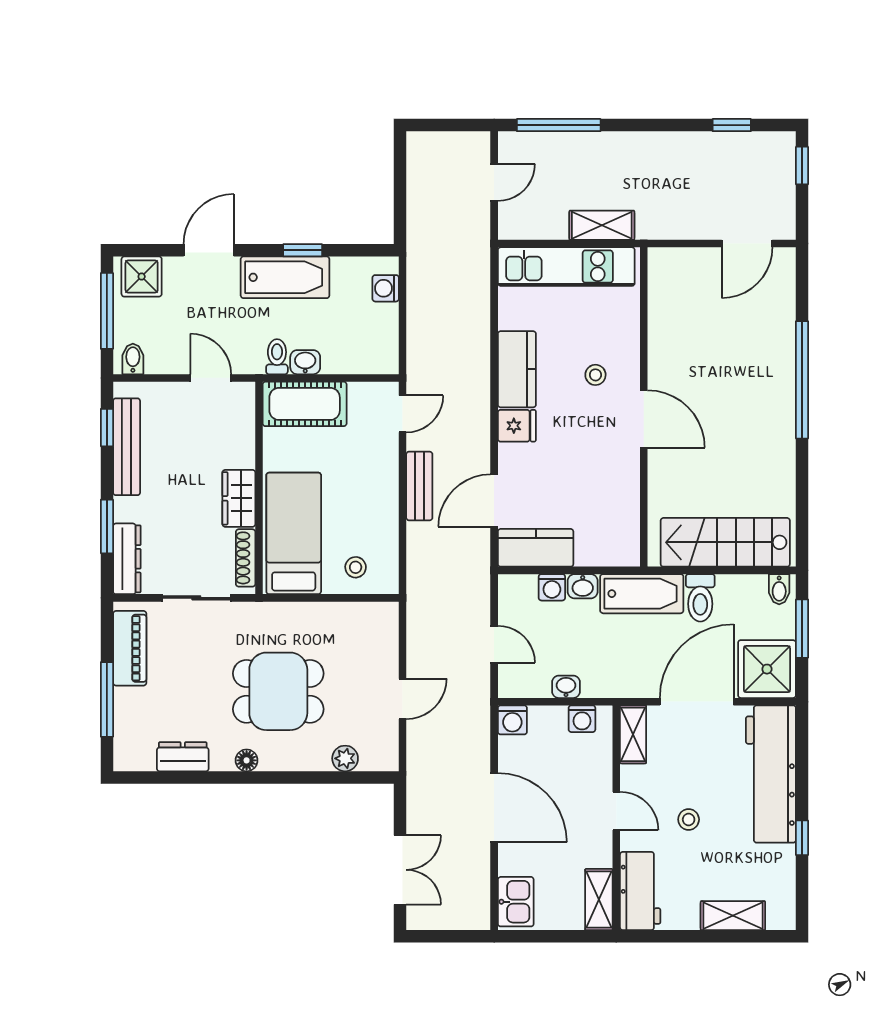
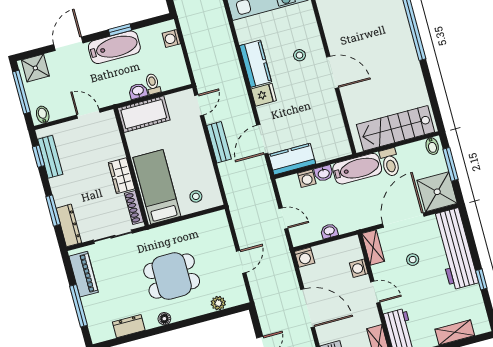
toilet: (277, 357) -> (153, 84), moved
bench: (127, 447) -> (50, 157), width x0.73
washing machine: (582, 719) -> (359, 268), moved, turned 90
stool: (689, 819) -> (413, 260), moved

